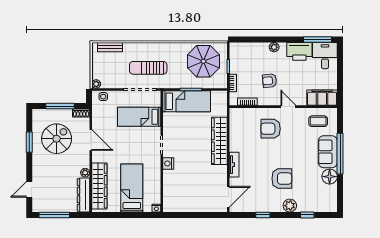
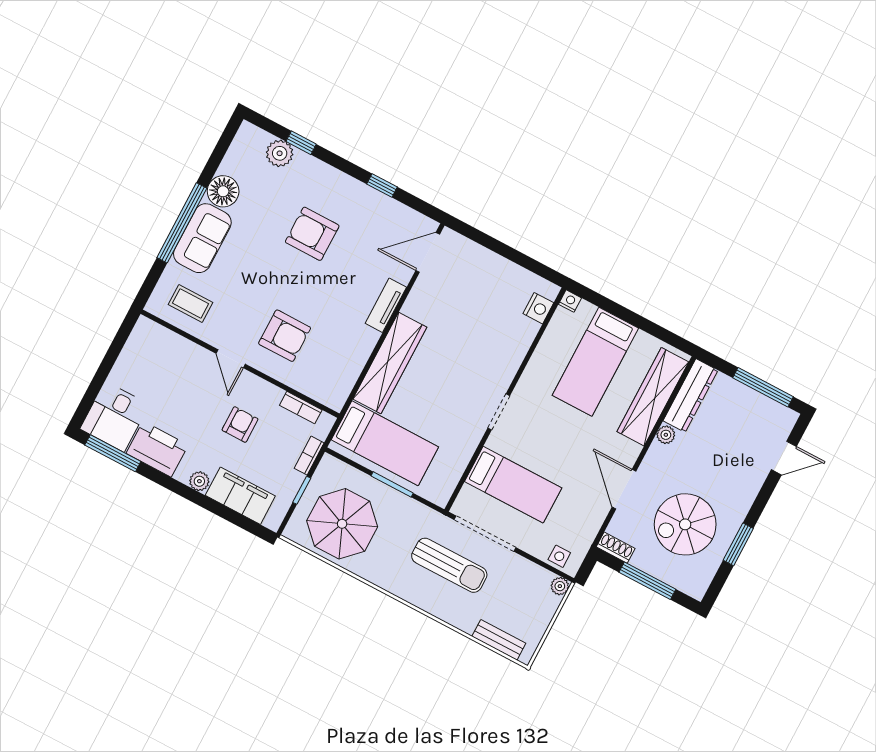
armchair: (270, 81) -> (240, 425), turned -84
filing cabinet: (322, 98) -> (240, 496), moved, turned 180
bed: (187, 101) -> (385, 443), moved, turned 180
nightstand: (168, 164) -> (538, 308), moved
plant: (290, 206) -> (280, 153), moved

